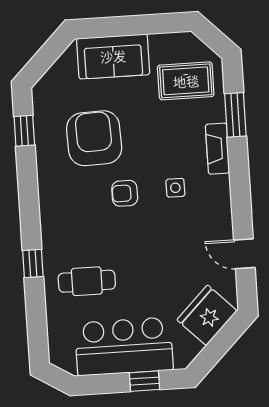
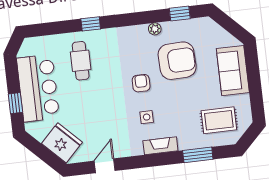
rug: (186, 81) -> (219, 120), turned 90
fireplace: (218, 149) -> (160, 146), moved
plant: (45, 169) -> (155, 29), added

